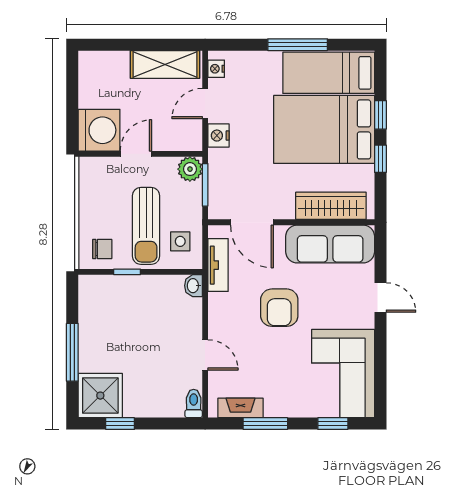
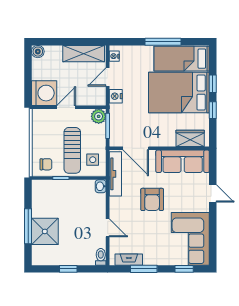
boiler: (89, 61) -> (38, 52), added
wardrobe: (331, 206) -> (190, 138), width x0.67
tv unit: (218, 265) -> (115, 174), width x1.41
shower: (100, 396) -> (45, 231), moved
window: (120, 424) -> (68, 269), moved

